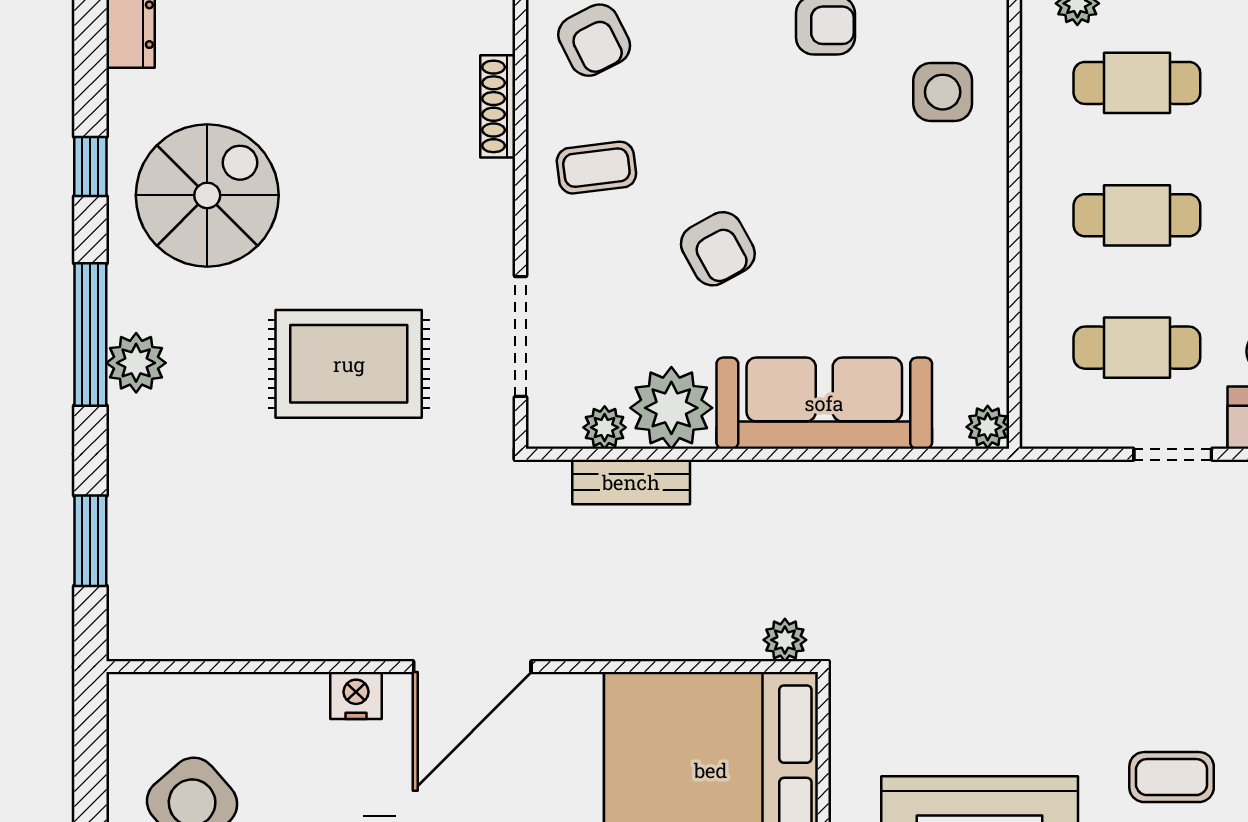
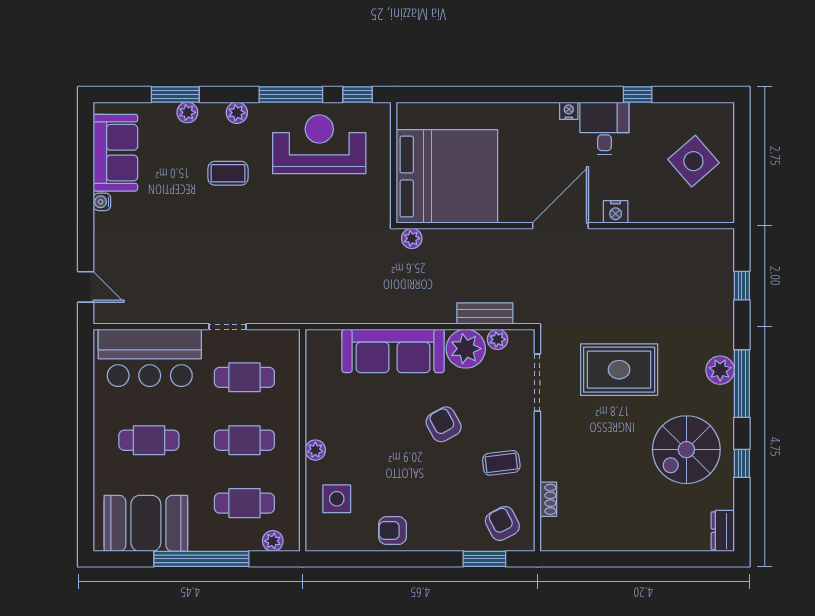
shoe rack: (498, 106) -> (548, 499), width x0.70
plant: (988, 427) -> (315, 450), moved
window: (90, 541) -> (742, 286), width x0.67

